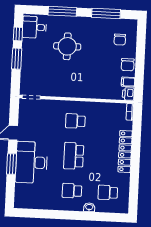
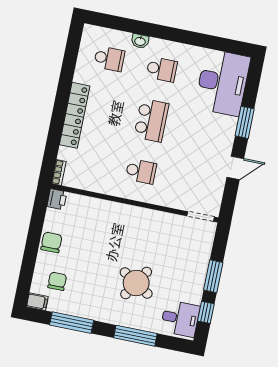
round table: (67, 46) -> (136, 283), turned 32
filing cabinet: (128, 82) -> (37, 302), moved
desk: (31, 162) -> (223, 82), moved

